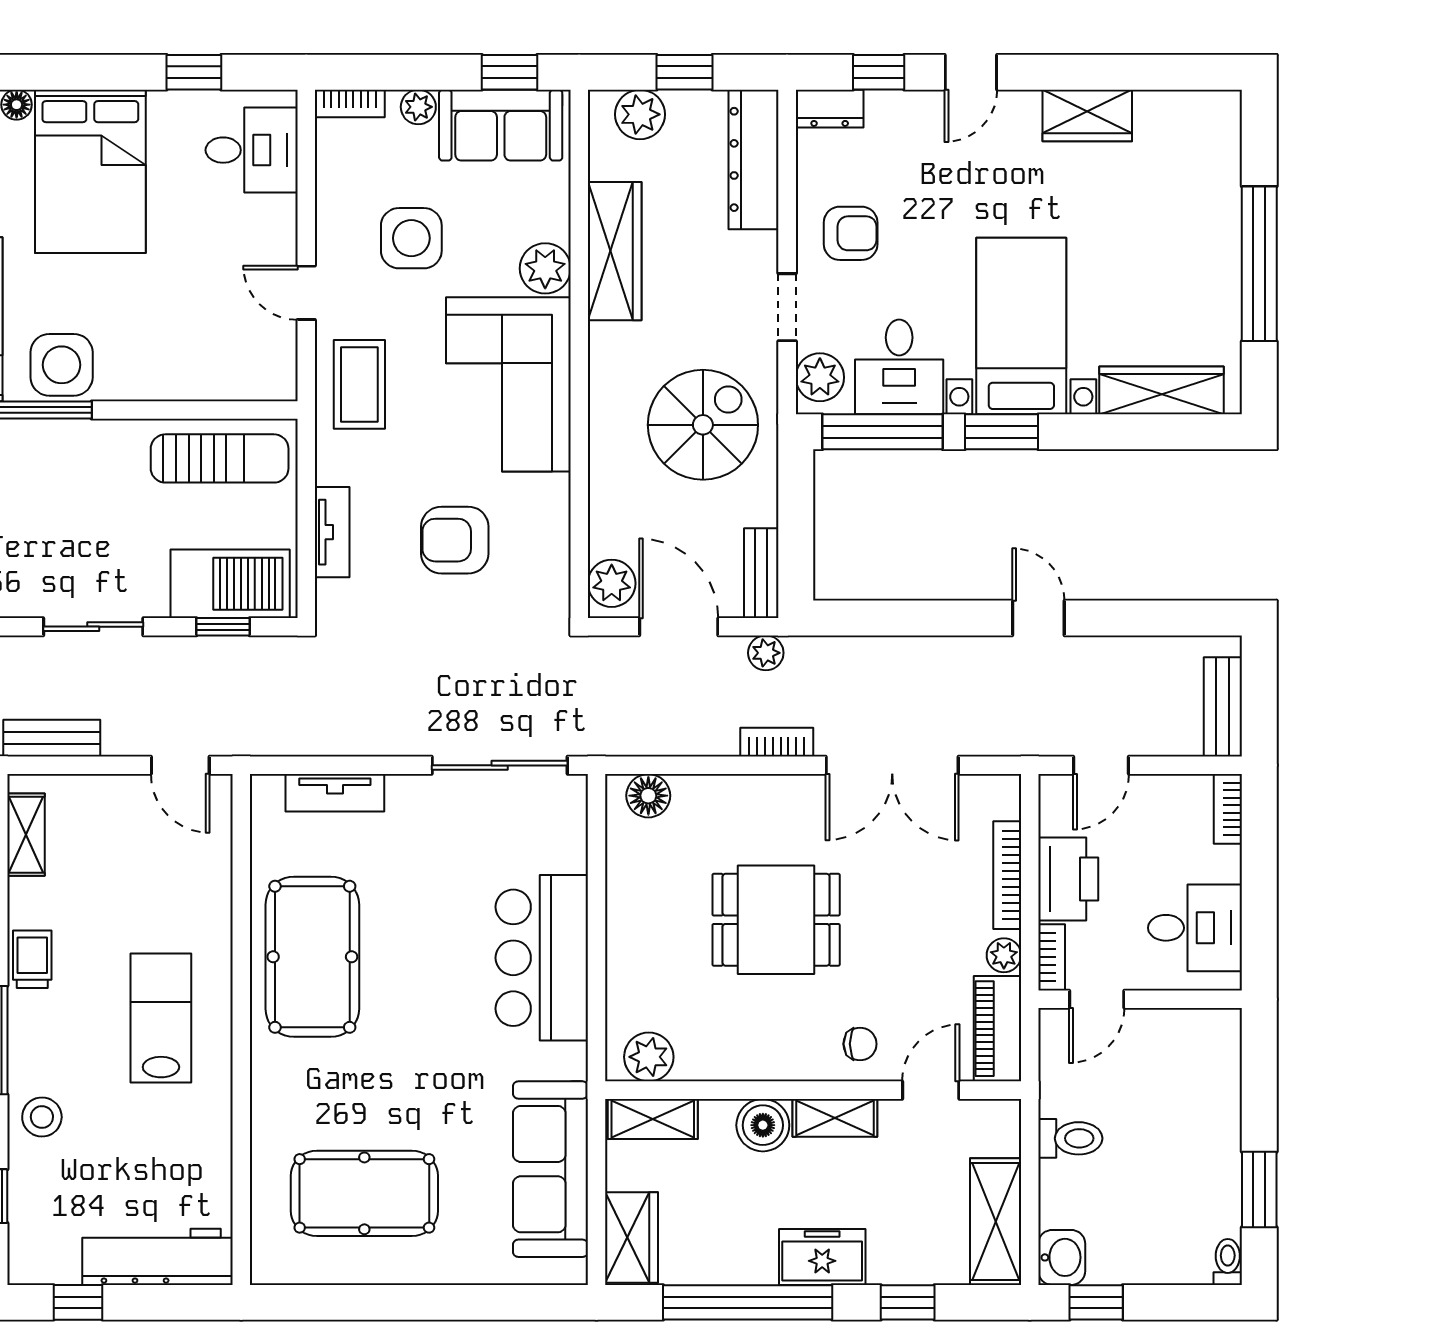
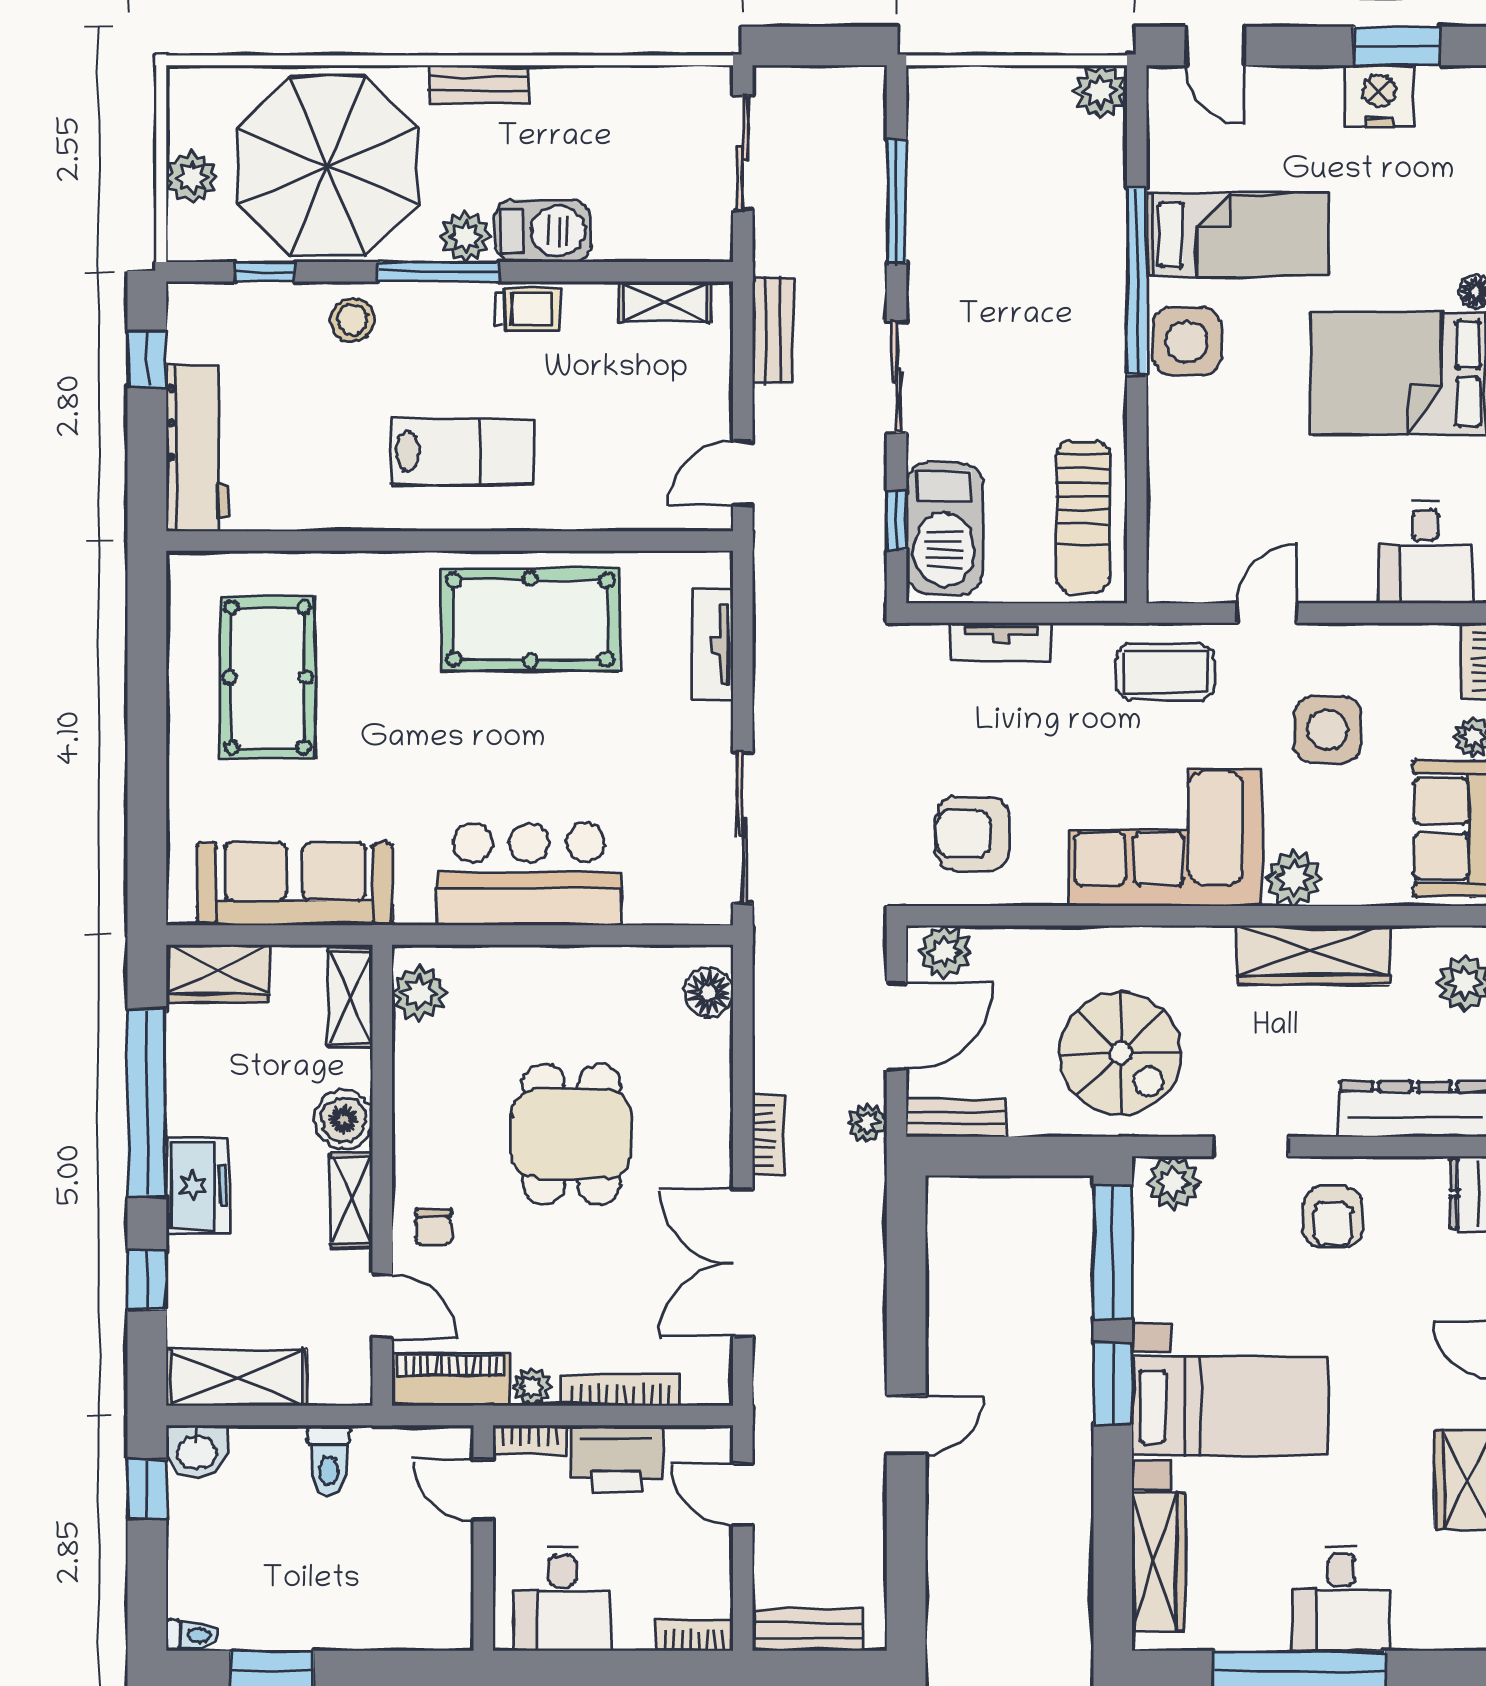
desk: (899, 367) -> (1341, 1598), moved, turned -90
armchair: (455, 540) -> (972, 834), moved, turned -90

